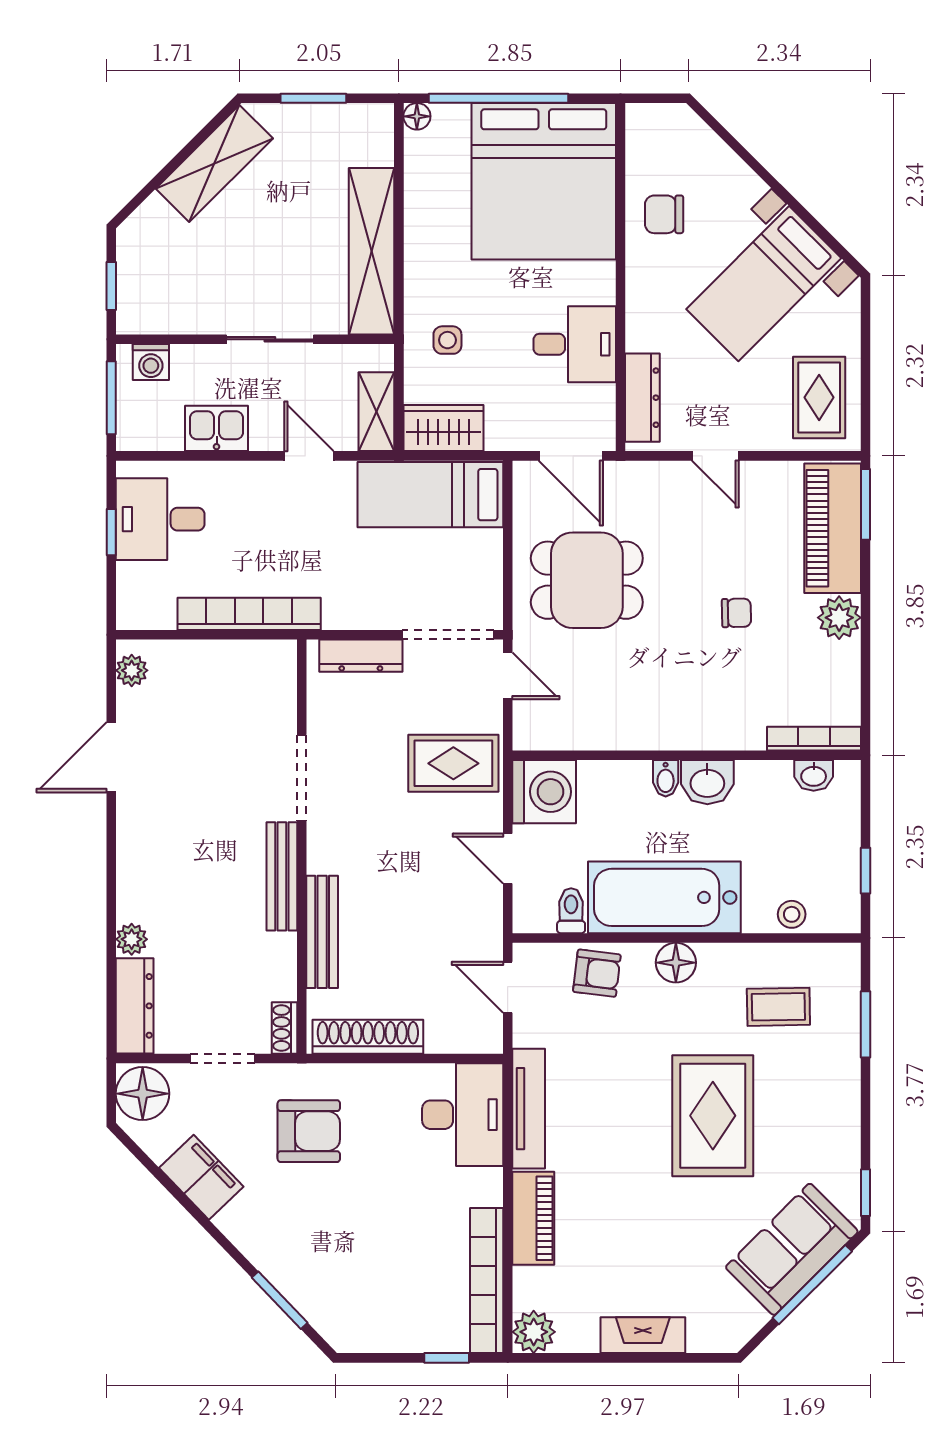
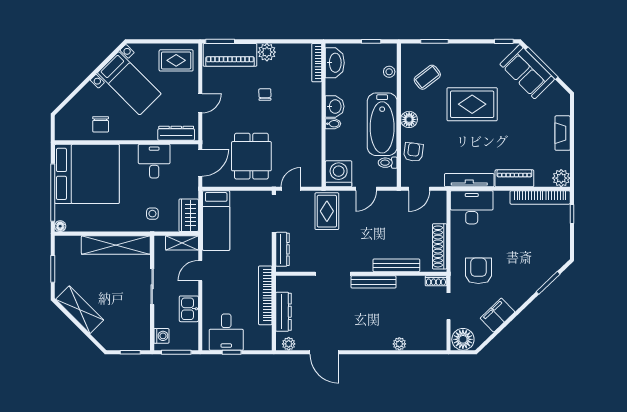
washbasin: (814, 775) -> (335, 63), width x1.91, depth x1.45
dresser: (135, 1006) -> (284, 312), moved, turned 90
coffee table: (778, 1007) -> (427, 77), turned 53

